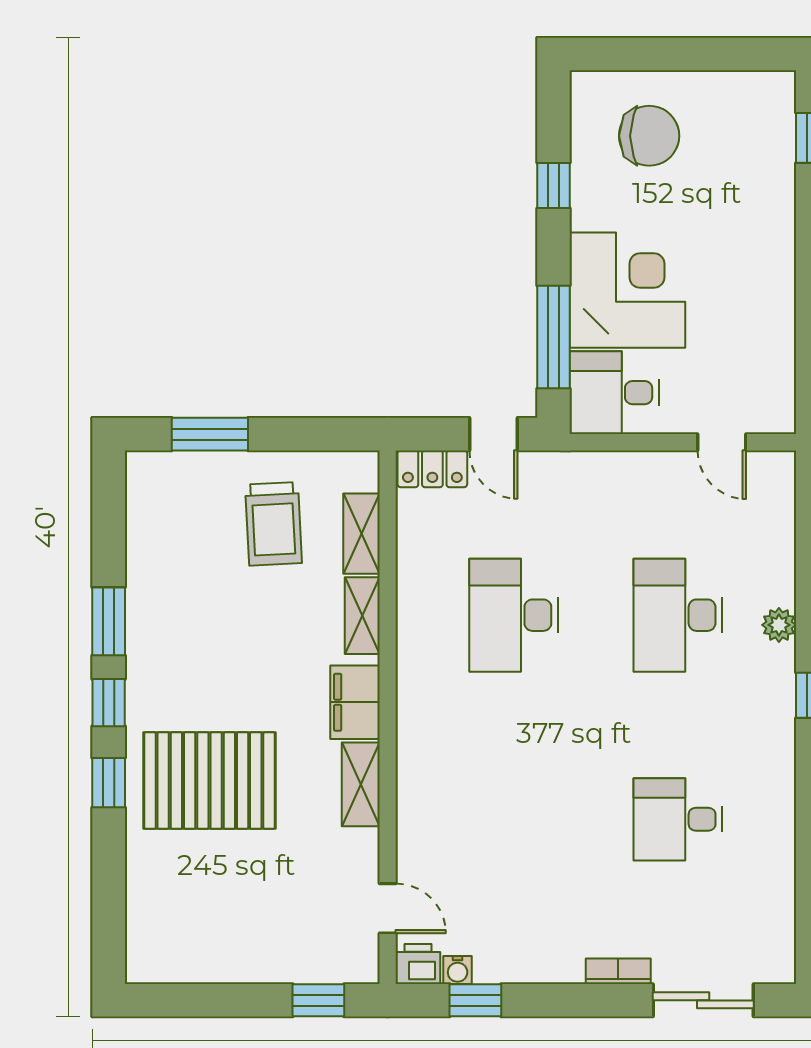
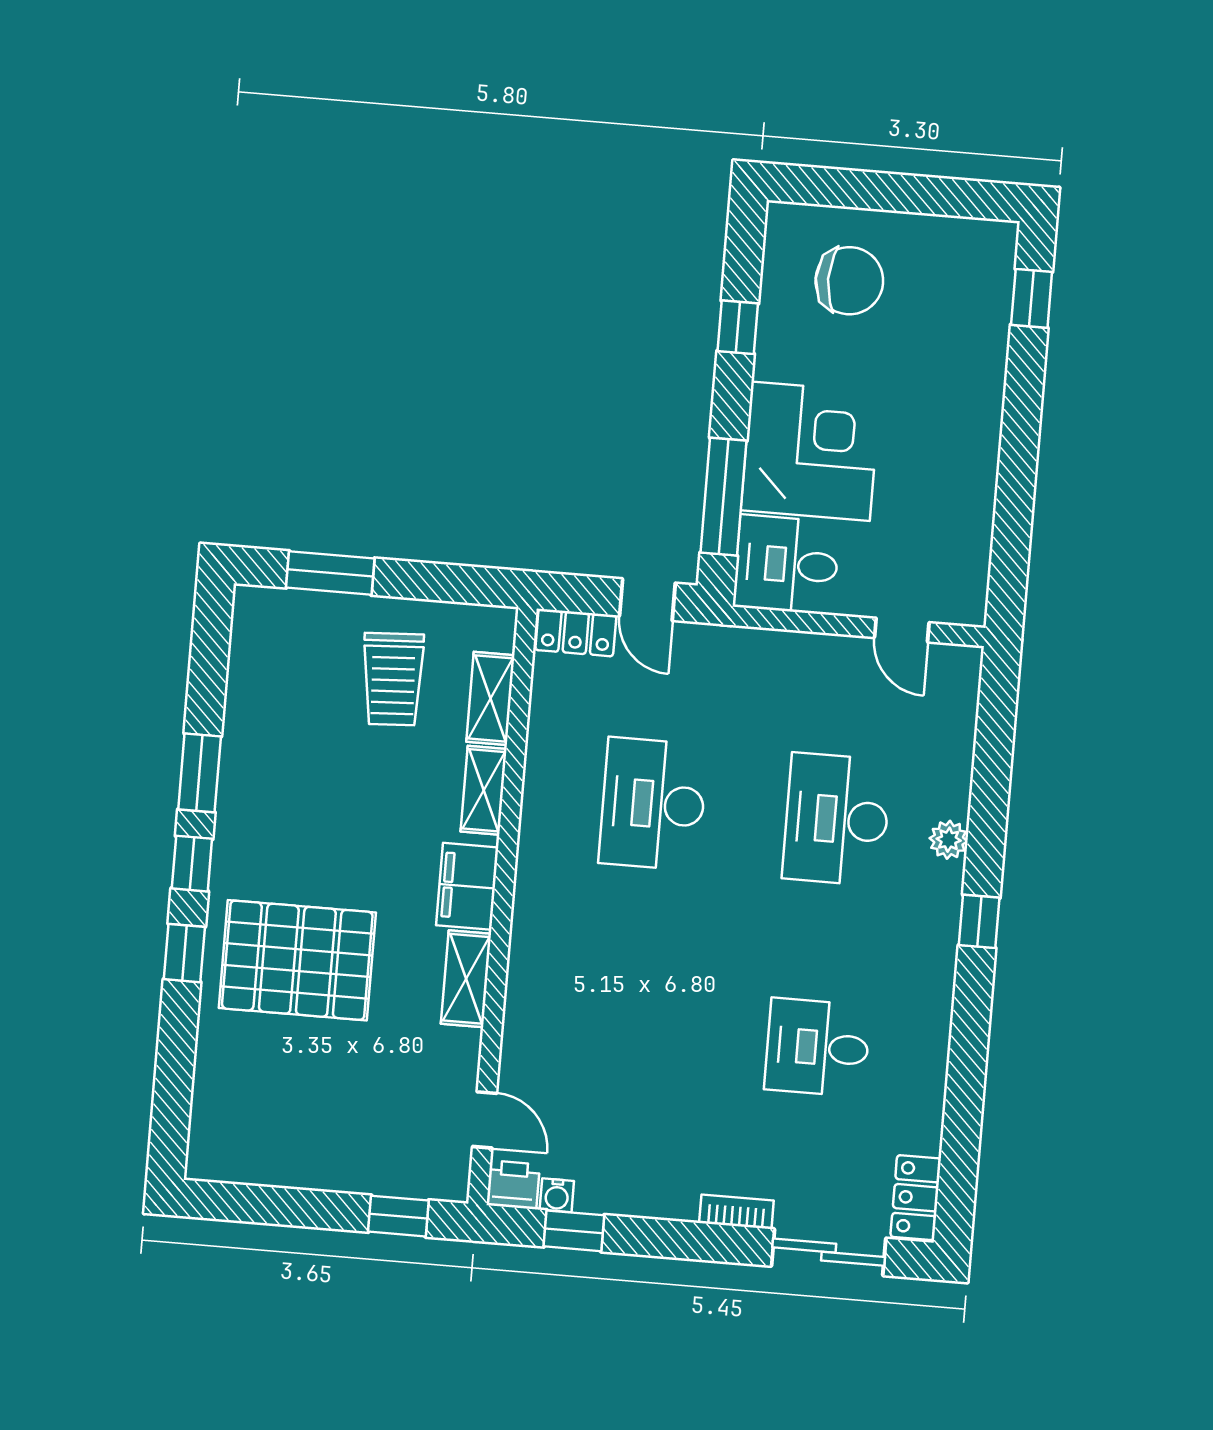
locker: (777, 945) -> (916, 1198), added

